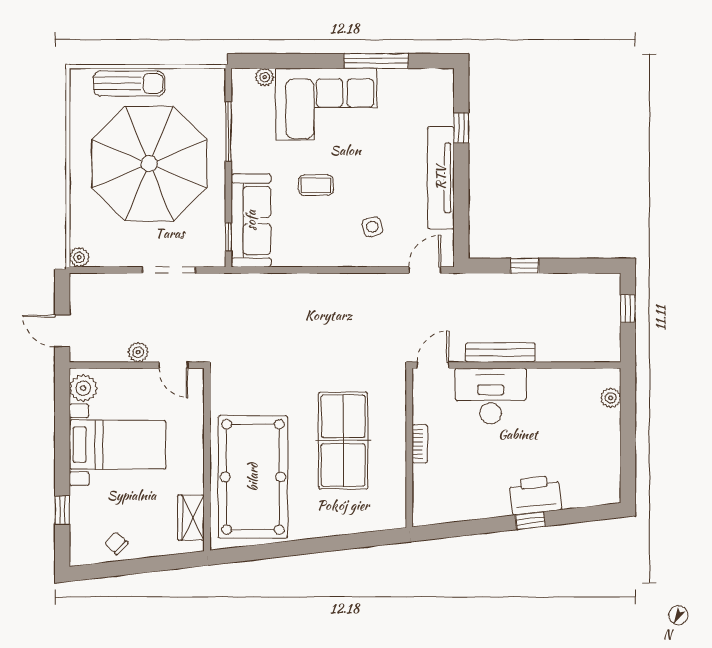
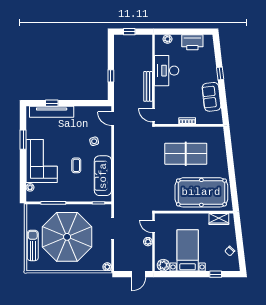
window: (376, 61) -> (23, 140), width x0.69
tv unit: (441, 178) -> (52, 112), moved
sofa: (251, 220) -> (103, 176), moved, turned -90
door: (173, 365) -> (153, 227), swing flipped
desk: (491, 396) -> (167, 71), moved
printer: (535, 495) -> (192, 42), moved, turned -83
sofa: (476, 500) -> (211, 97), added

